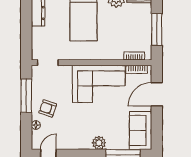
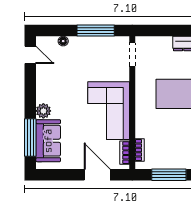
armchair: (48, 108) -> (82, 54), removed
sofa: (141, 130) -> (48, 141), moved, turned 90

